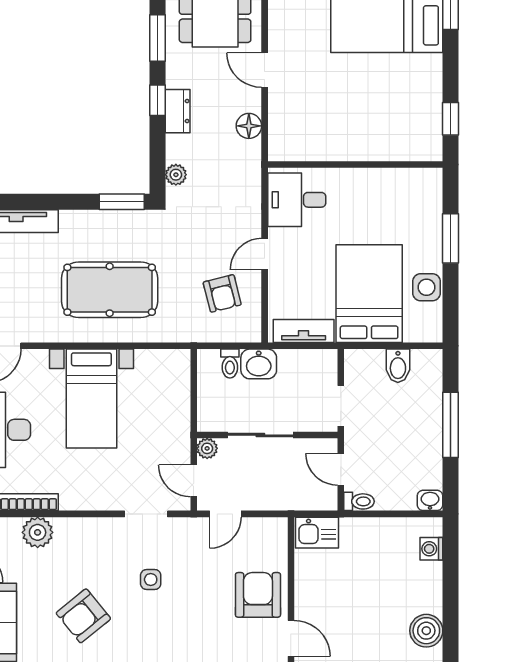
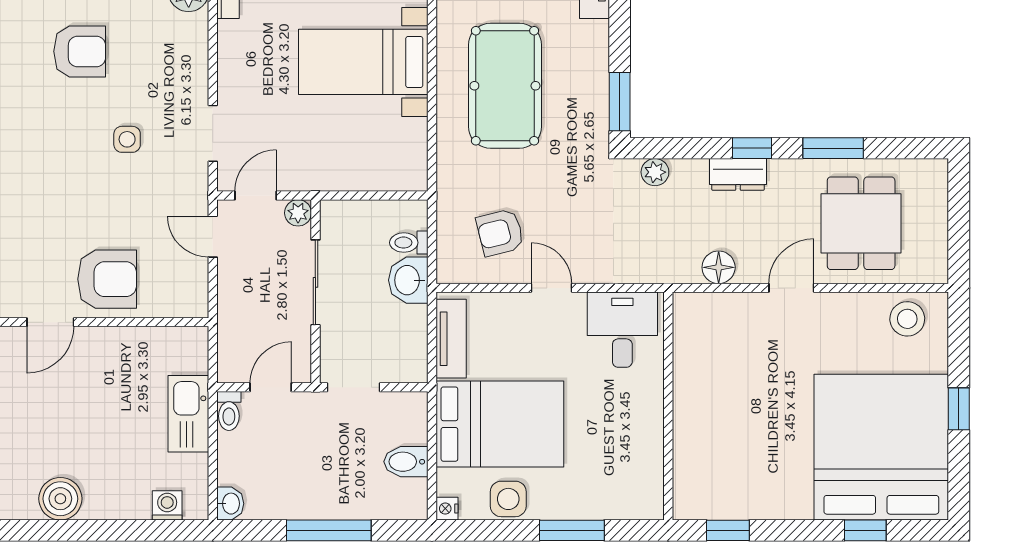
nightstand: (434, 334) -> (447, 509), added
kitchen sink: (317, 533) -> (188, 414), moved, width x1.38
armchair: (83, 616) -> (80, 51), turned 129

